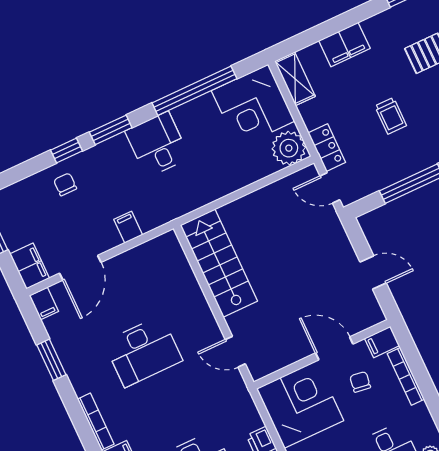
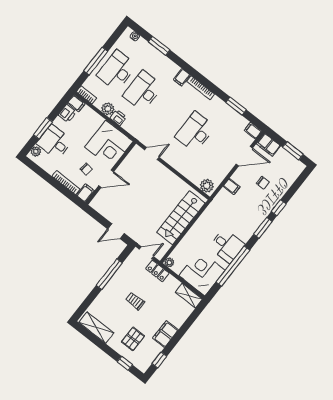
filing cabinet: (344, 45) -> (165, 334), moved
desk: (157, 145) -> (227, 246), moved
plant: (289, 148) -> (169, 262), width x0.53, depth x0.53
chair: (65, 184) -> (263, 183), moved
plant: (170, 250) -> (207, 186), added
stairs: (219, 263) -> (181, 218), moved, turned 90
door: (80, 268) -> (244, 156), swing flipped
door: (373, 273) -> (116, 231), moved

